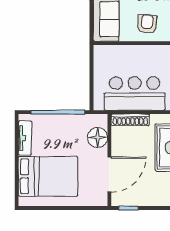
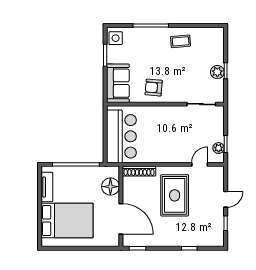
armchair: (147, 24) -> (154, 88), turned -89
bar counter: (135, 93) -> (121, 136), moved, turned 90
door: (109, 174) -> (121, 219), hinge flipped

